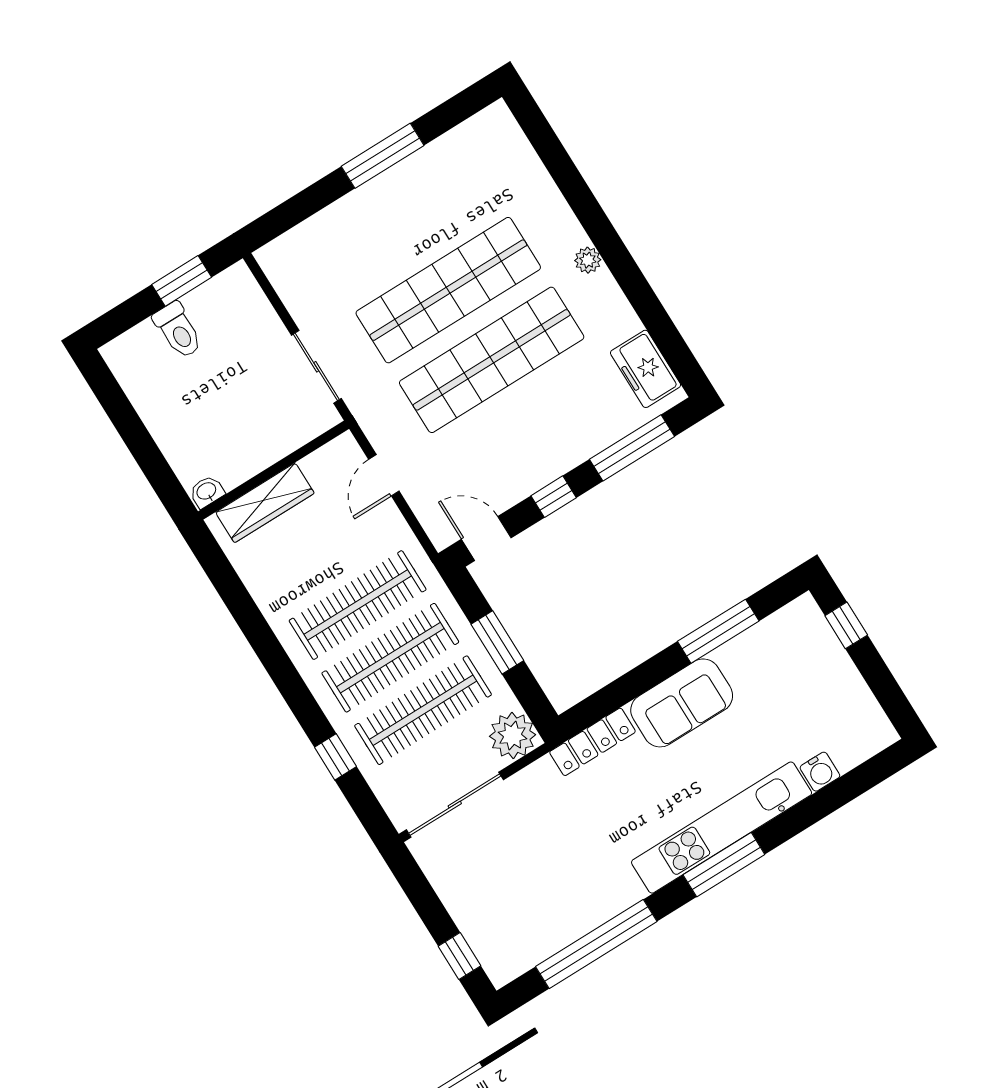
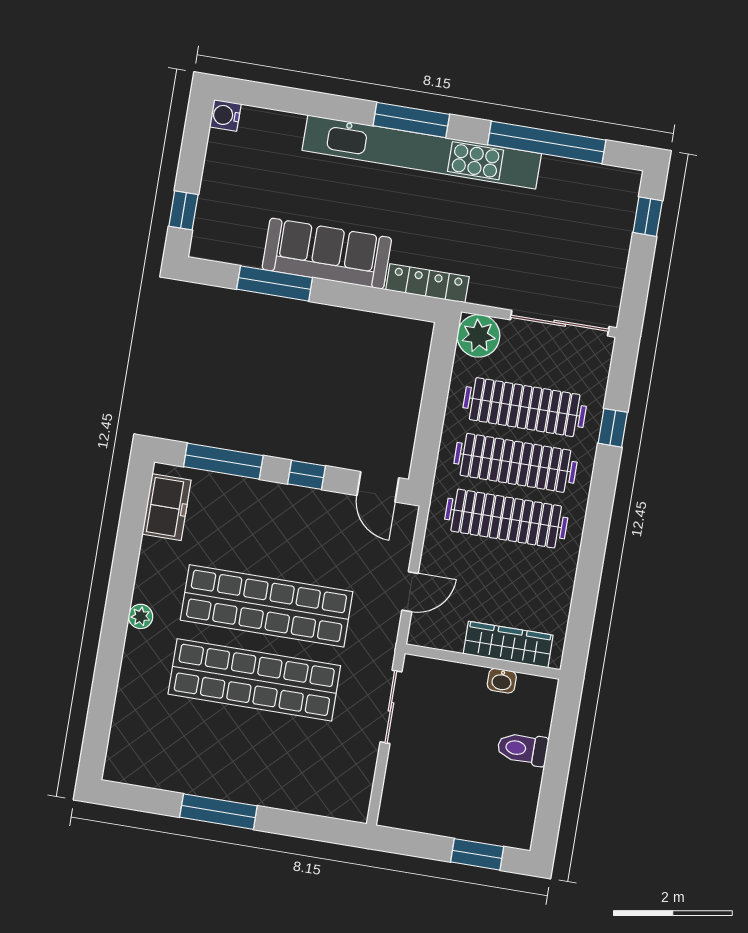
window: (182, 281) -> (477, 854), moved
toilet: (178, 330) -> (523, 749), moved, turned -90
washbasin: (207, 492) -> (502, 681), moved
window: (497, 642) -> (433, 409), removed
sofa: (682, 703) -> (327, 254), width x1.36
water cooler: (820, 772) -> (225, 115), moved, turned -90
kitchen unit: (722, 828) -> (422, 152), width x1.36

